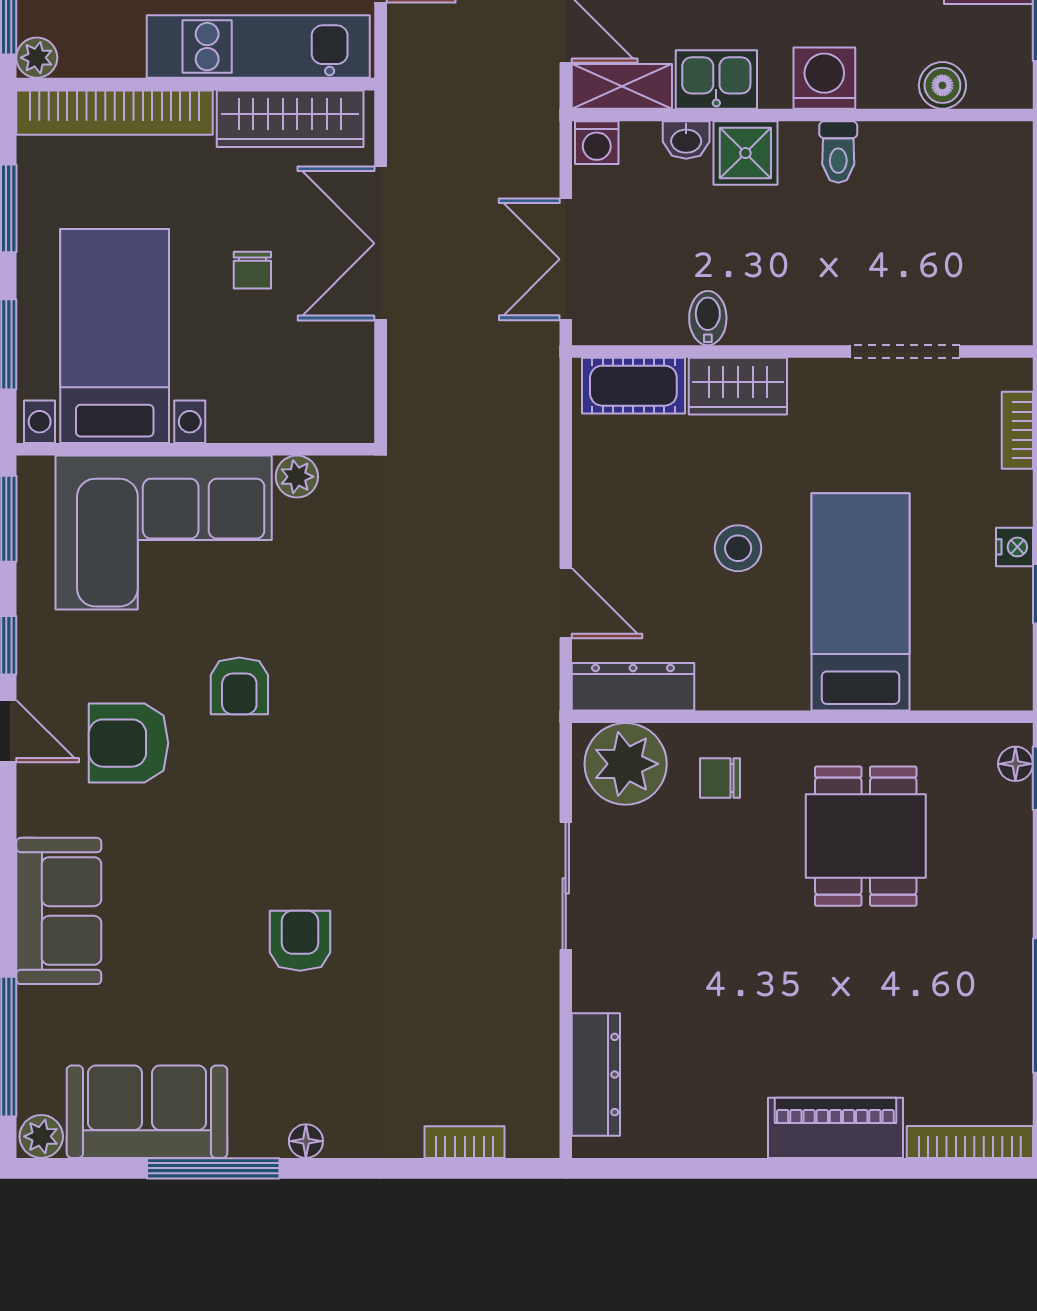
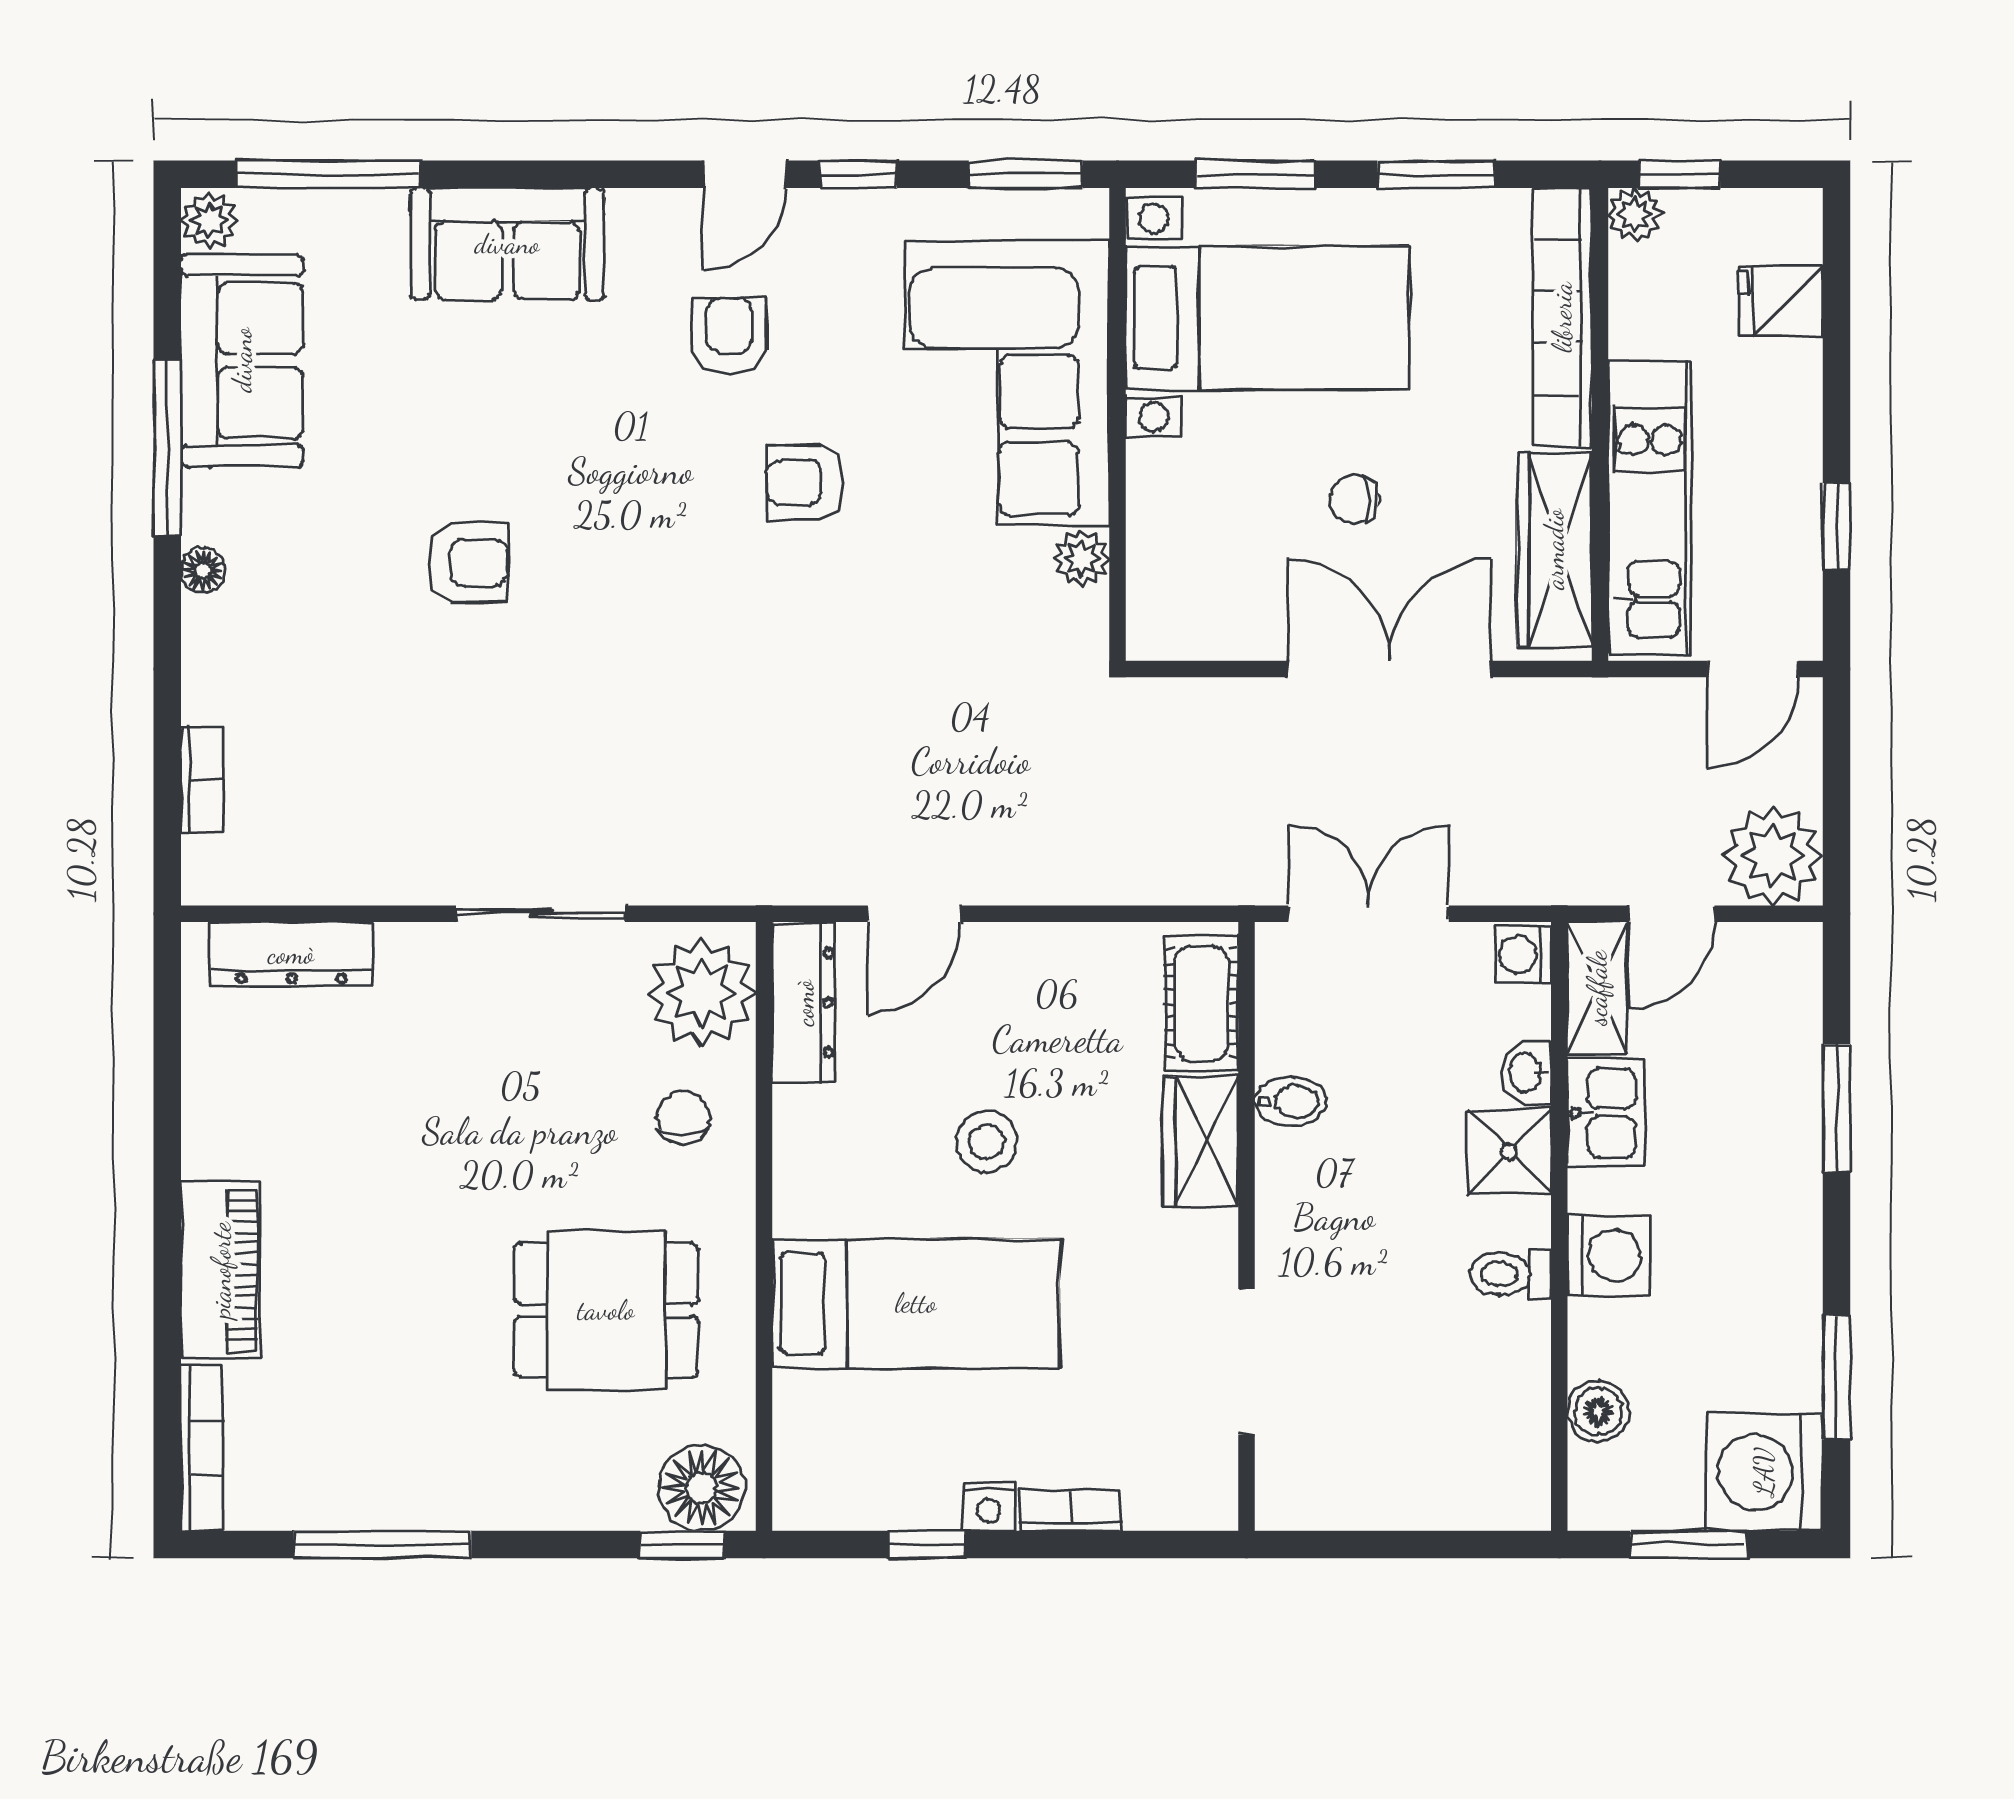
bookcase: (1017, 430) -> (1070, 1510), moved
armchair: (129, 743) -> (729, 336), width x0.72, depth x0.72
floor lamp: (1015, 764) -> (702, 1488), width x1.89, depth x1.89

